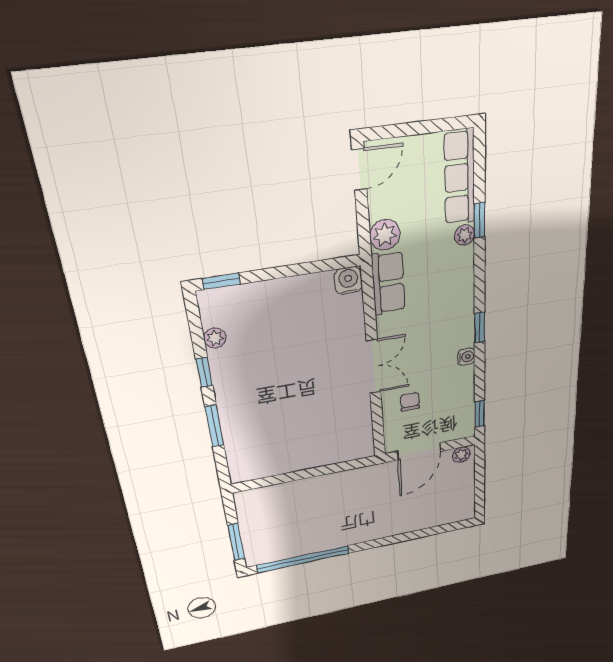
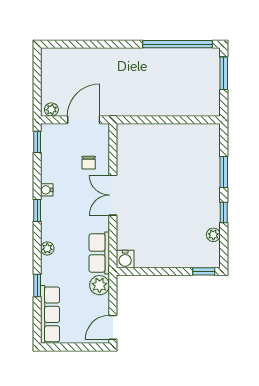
plant: (464, 235) -> (47, 248), moved

